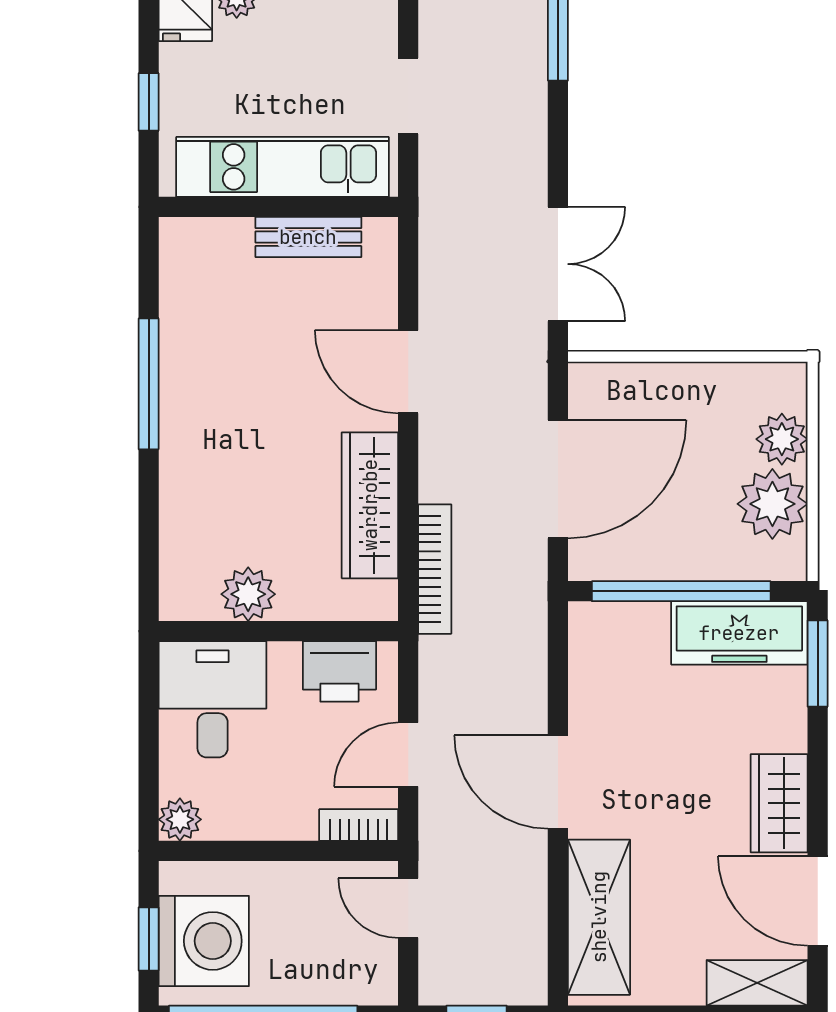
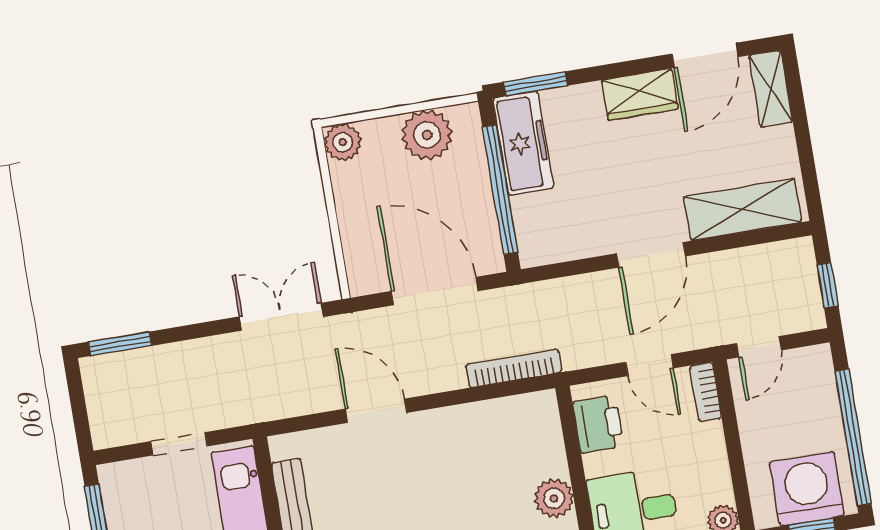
door: (408, 372) -> (376, 411), swing flipped
plant: (782, 439) -> (343, 142), moved
wardrobe: (370, 505) -> (476, 422), removed

